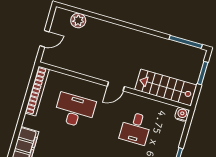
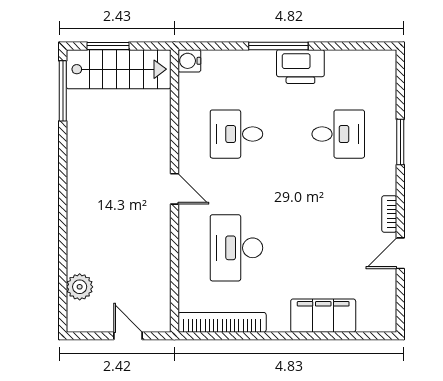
stairs: (166, 87) -> (119, 69), moved, turned -90
desk: (136, 128) -> (236, 134), turned 180

